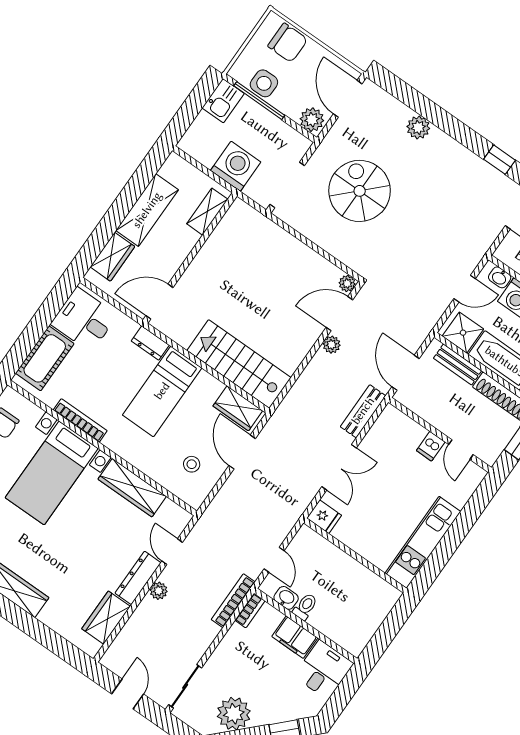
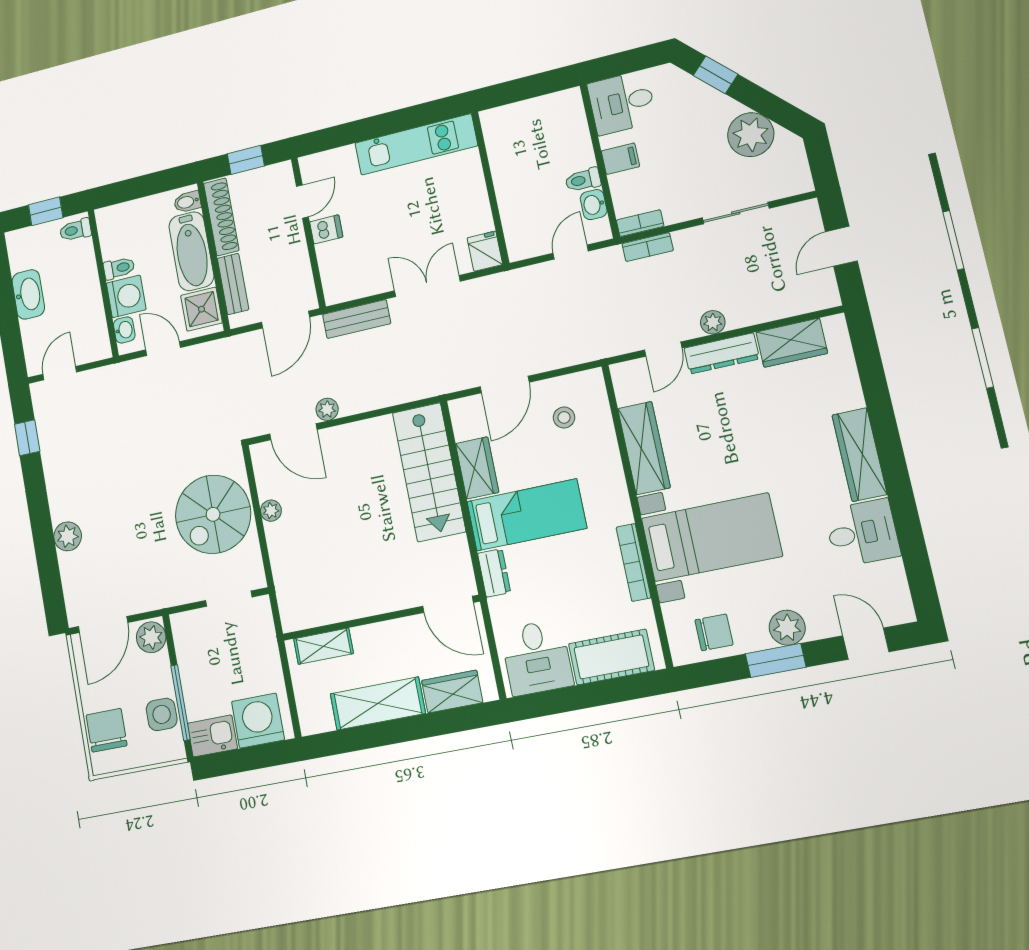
washing machine: (236, 166) -> (258, 721), moved, turned 90
doorway: (287, 185) -> (229, 599), width x0.73
spiral stairs: (360, 191) -> (213, 514), moved
plant: (347, 283) -> (271, 511), moved
wardrobe: (238, 408) -> (477, 468), moved
bookcase: (233, 601) -> (648, 247), width x0.64
filing cabinet: (295, 637) -> (620, 159), width x0.50
sliding door: (185, 686) -> (736, 213), moved

